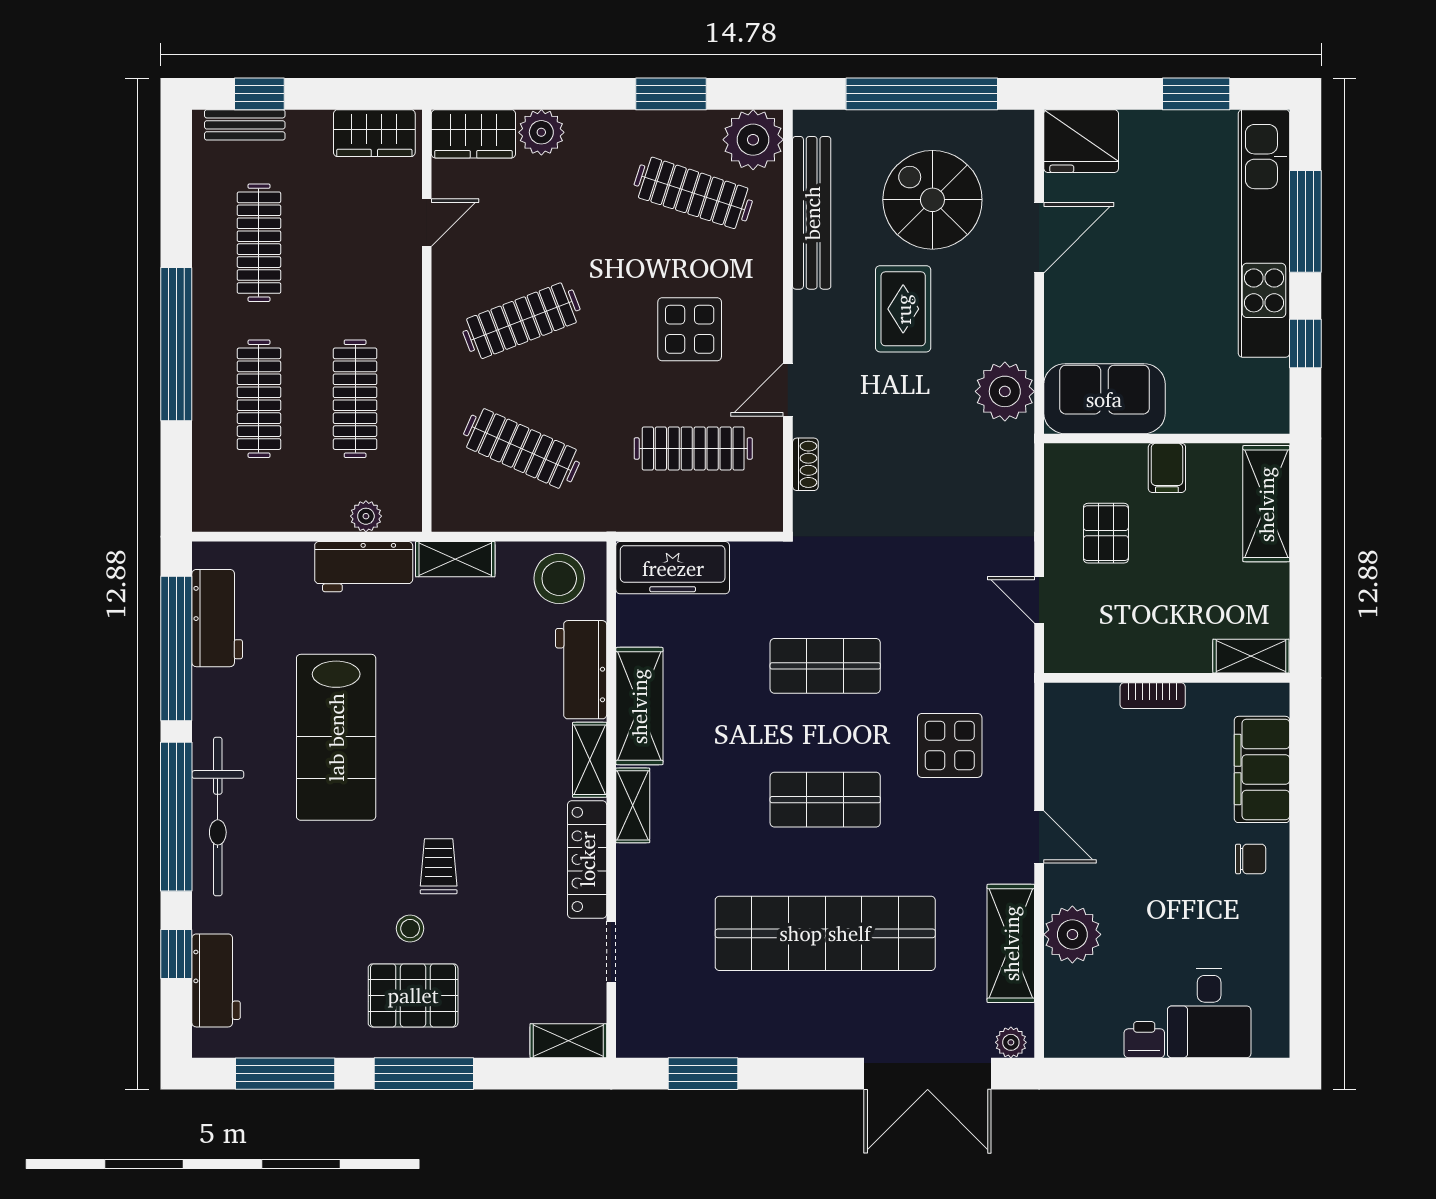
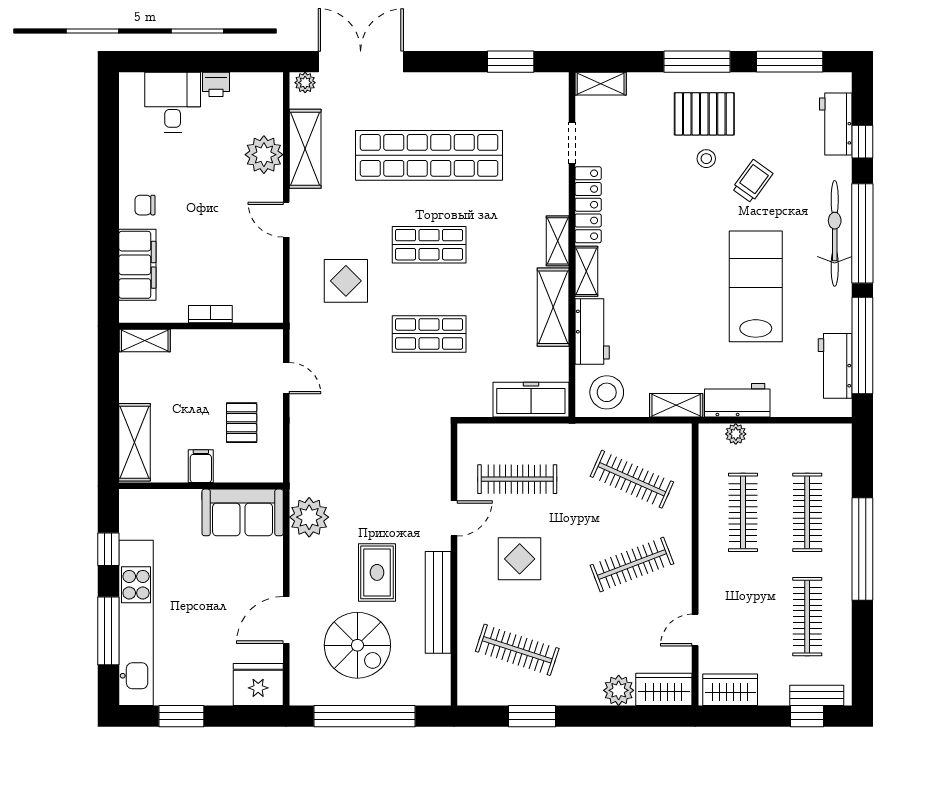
plant: (753, 140) -> (477, 685), removed
bench: (812, 213) -> (438, 602), moved
shoe rack: (805, 464) -> (442, 469), removed
trolley: (439, 866) -> (752, 181), moved, turned -144

